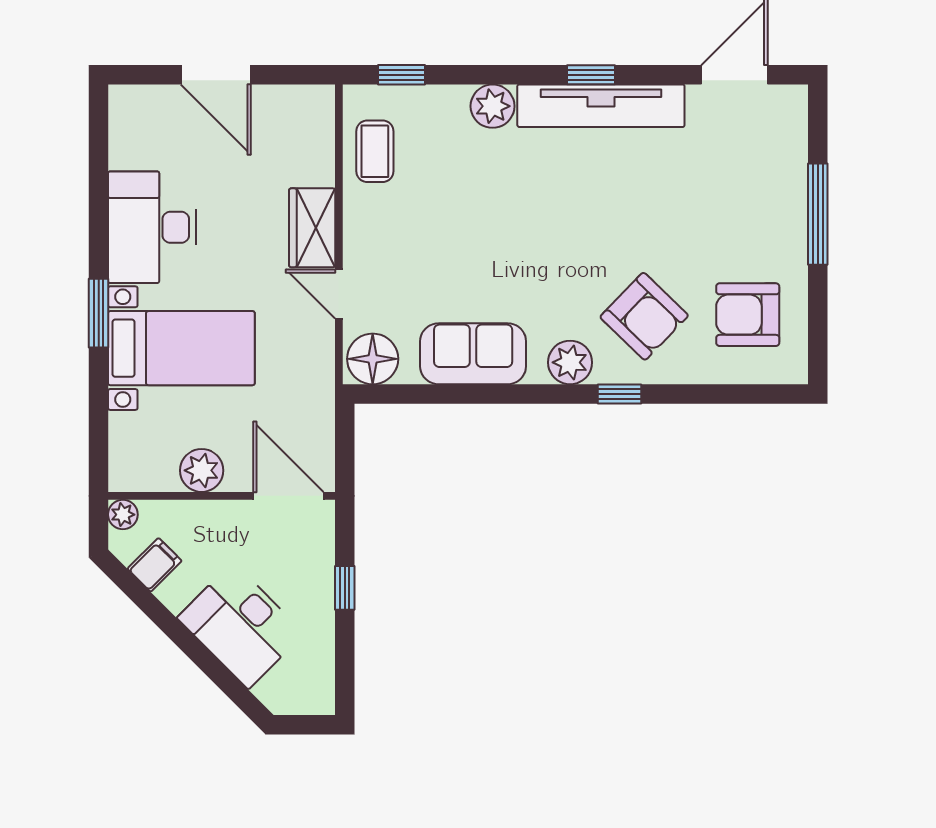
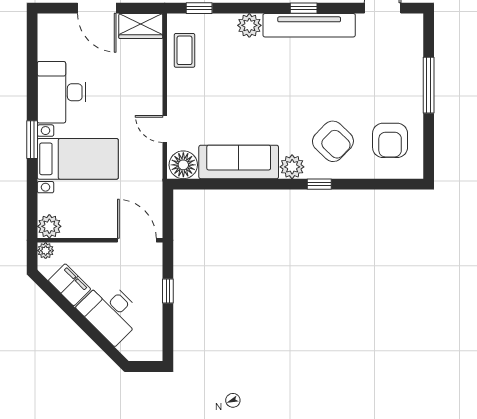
wardrobe: (312, 228) -> (141, 26), moved, turned -90
armchair: (748, 315) -> (390, 140), turned -90
sofa: (473, 354) -> (239, 162), width x1.36
plant: (202, 470) -> (49, 226), moved
filing cabinet: (155, 565) -> (70, 285), width x2.00

